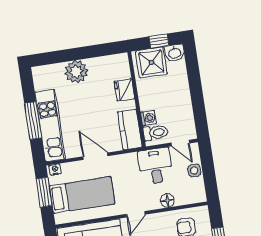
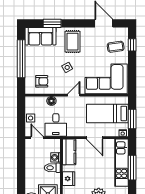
toilet: (156, 133) -> (52, 168), moved

